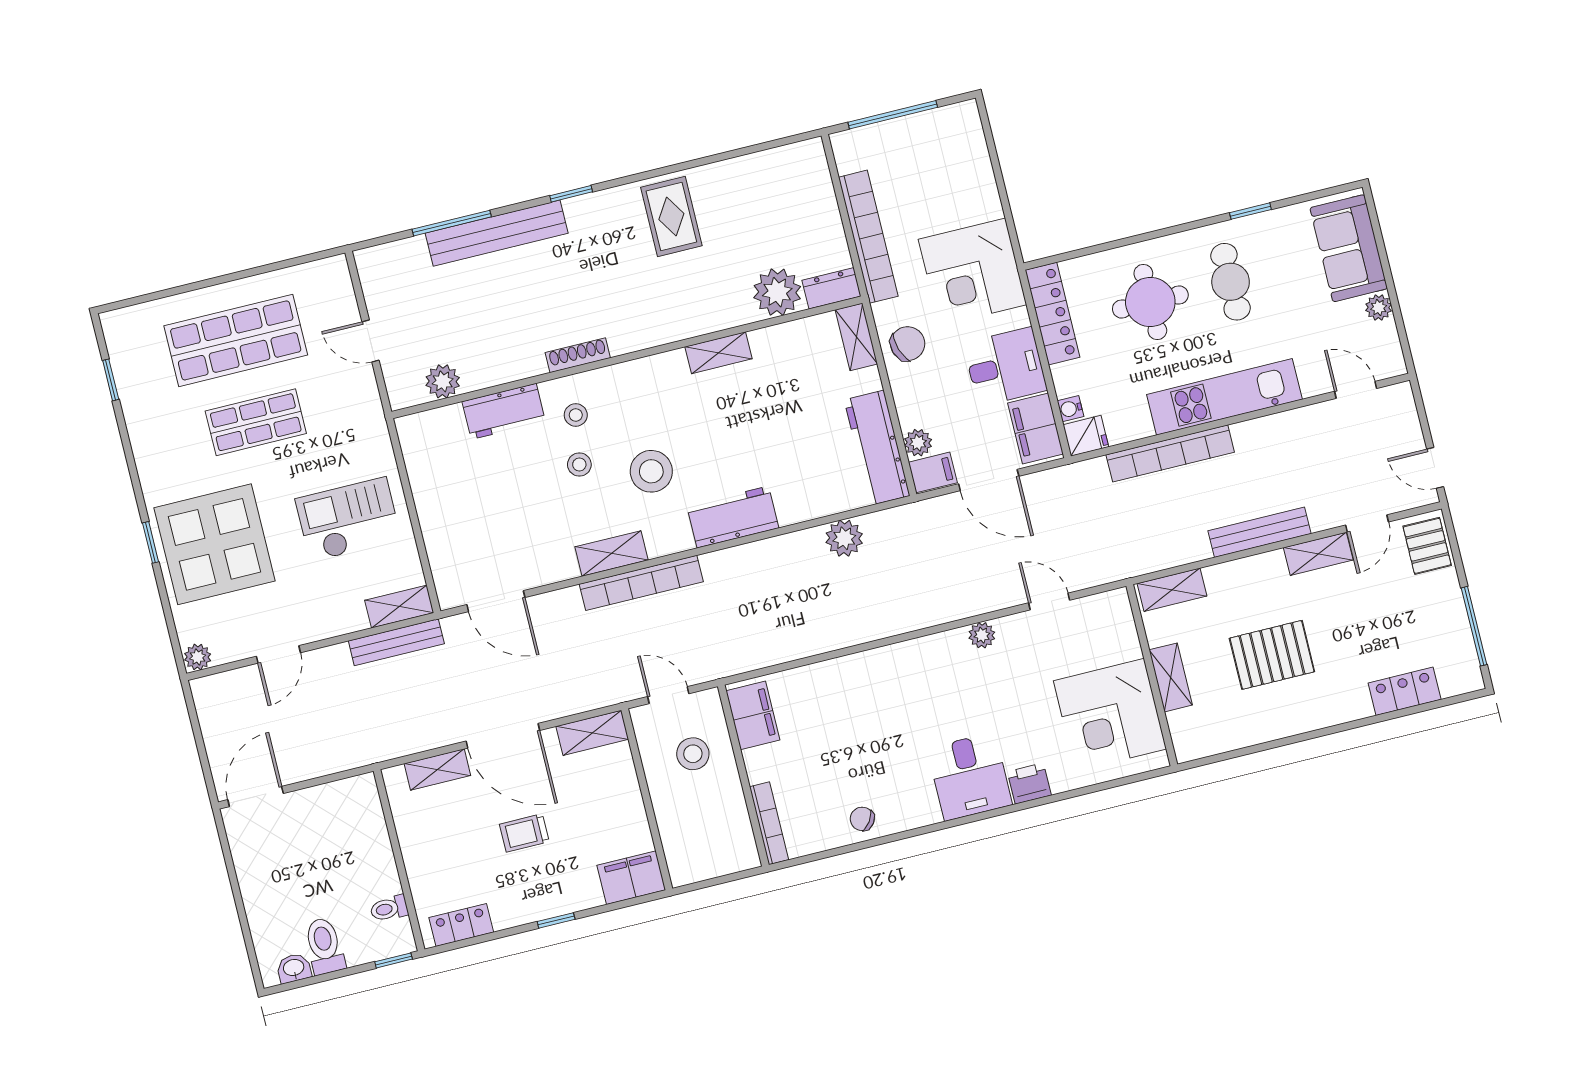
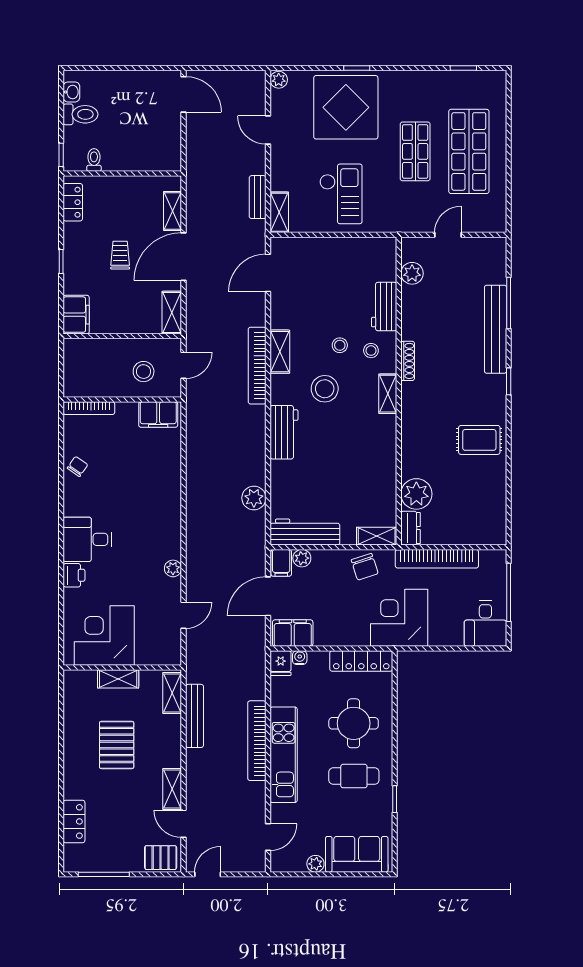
shelving: (718, 353) -> (388, 394), moved
desk: (1005, 367) -> (485, 624), moved
bookcase: (1170, 453) -> (257, 741), moved
bench: (1259, 532) -> (195, 716), moved
bench: (396, 642) -> (258, 197), width x0.73

